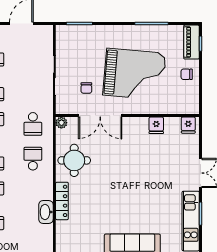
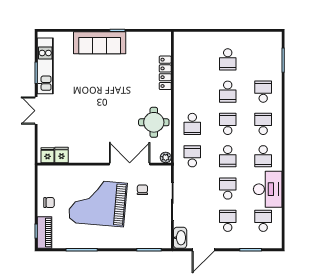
fridge: (156, 125) -> (61, 155), moved
locker: (62, 201) -> (165, 73), moved
washbasin: (46, 212) -> (180, 238), moved

